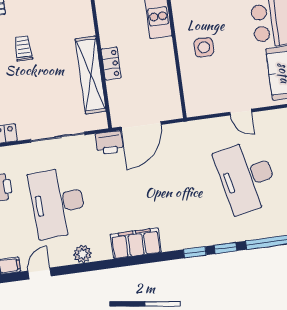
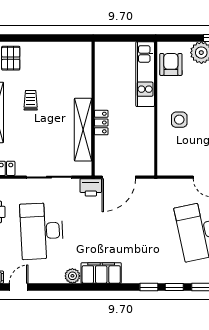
plant: (82, 254) -> (72, 276), moved

